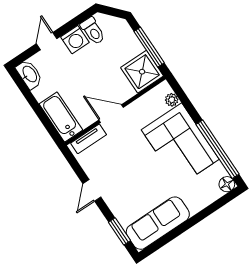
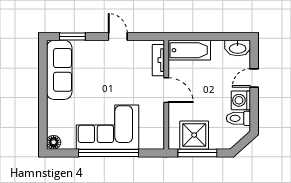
door: (47, 41) -> (254, 78), swing flipped
shower: (142, 72) -> (194, 135), moved
plant: (172, 100) -> (146, 143), removed
door: (111, 114) -> (166, 90), hinge flipped
window: (218, 149) -> (108, 153), moved

